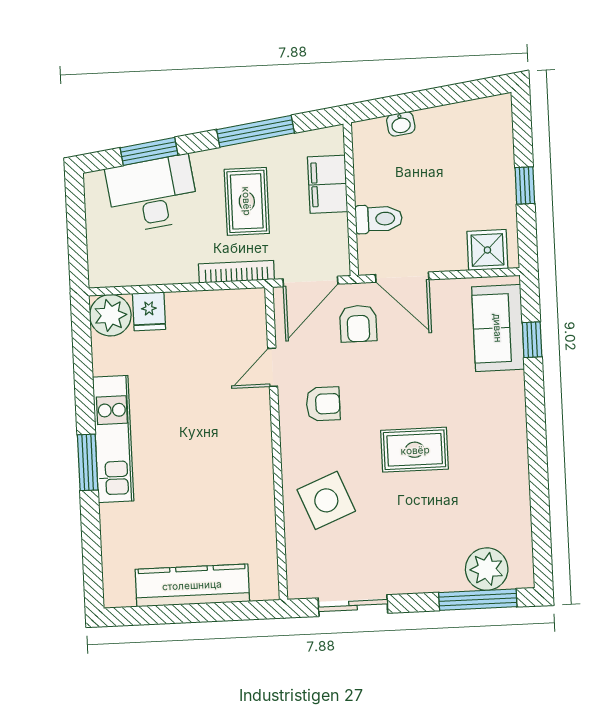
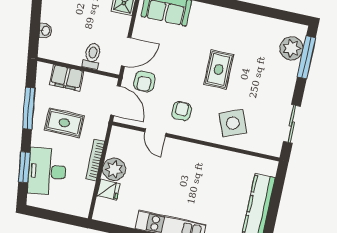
bookcase: (236, 272) -> (95, 160), moved
plant: (110, 315) -> (114, 169), moved
armchair: (358, 324) -> (144, 81), turned 90

